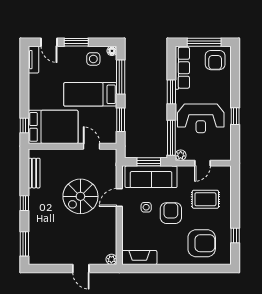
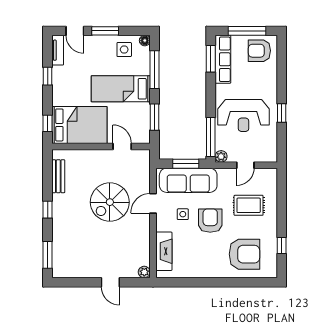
armchair: (215, 60) -> (259, 51), turned 90
window: (24, 83) -> (48, 76), added
window: (171, 92) -> (211, 59), moved
fireplace: (139, 257) -> (164, 251), moved, turned 90

